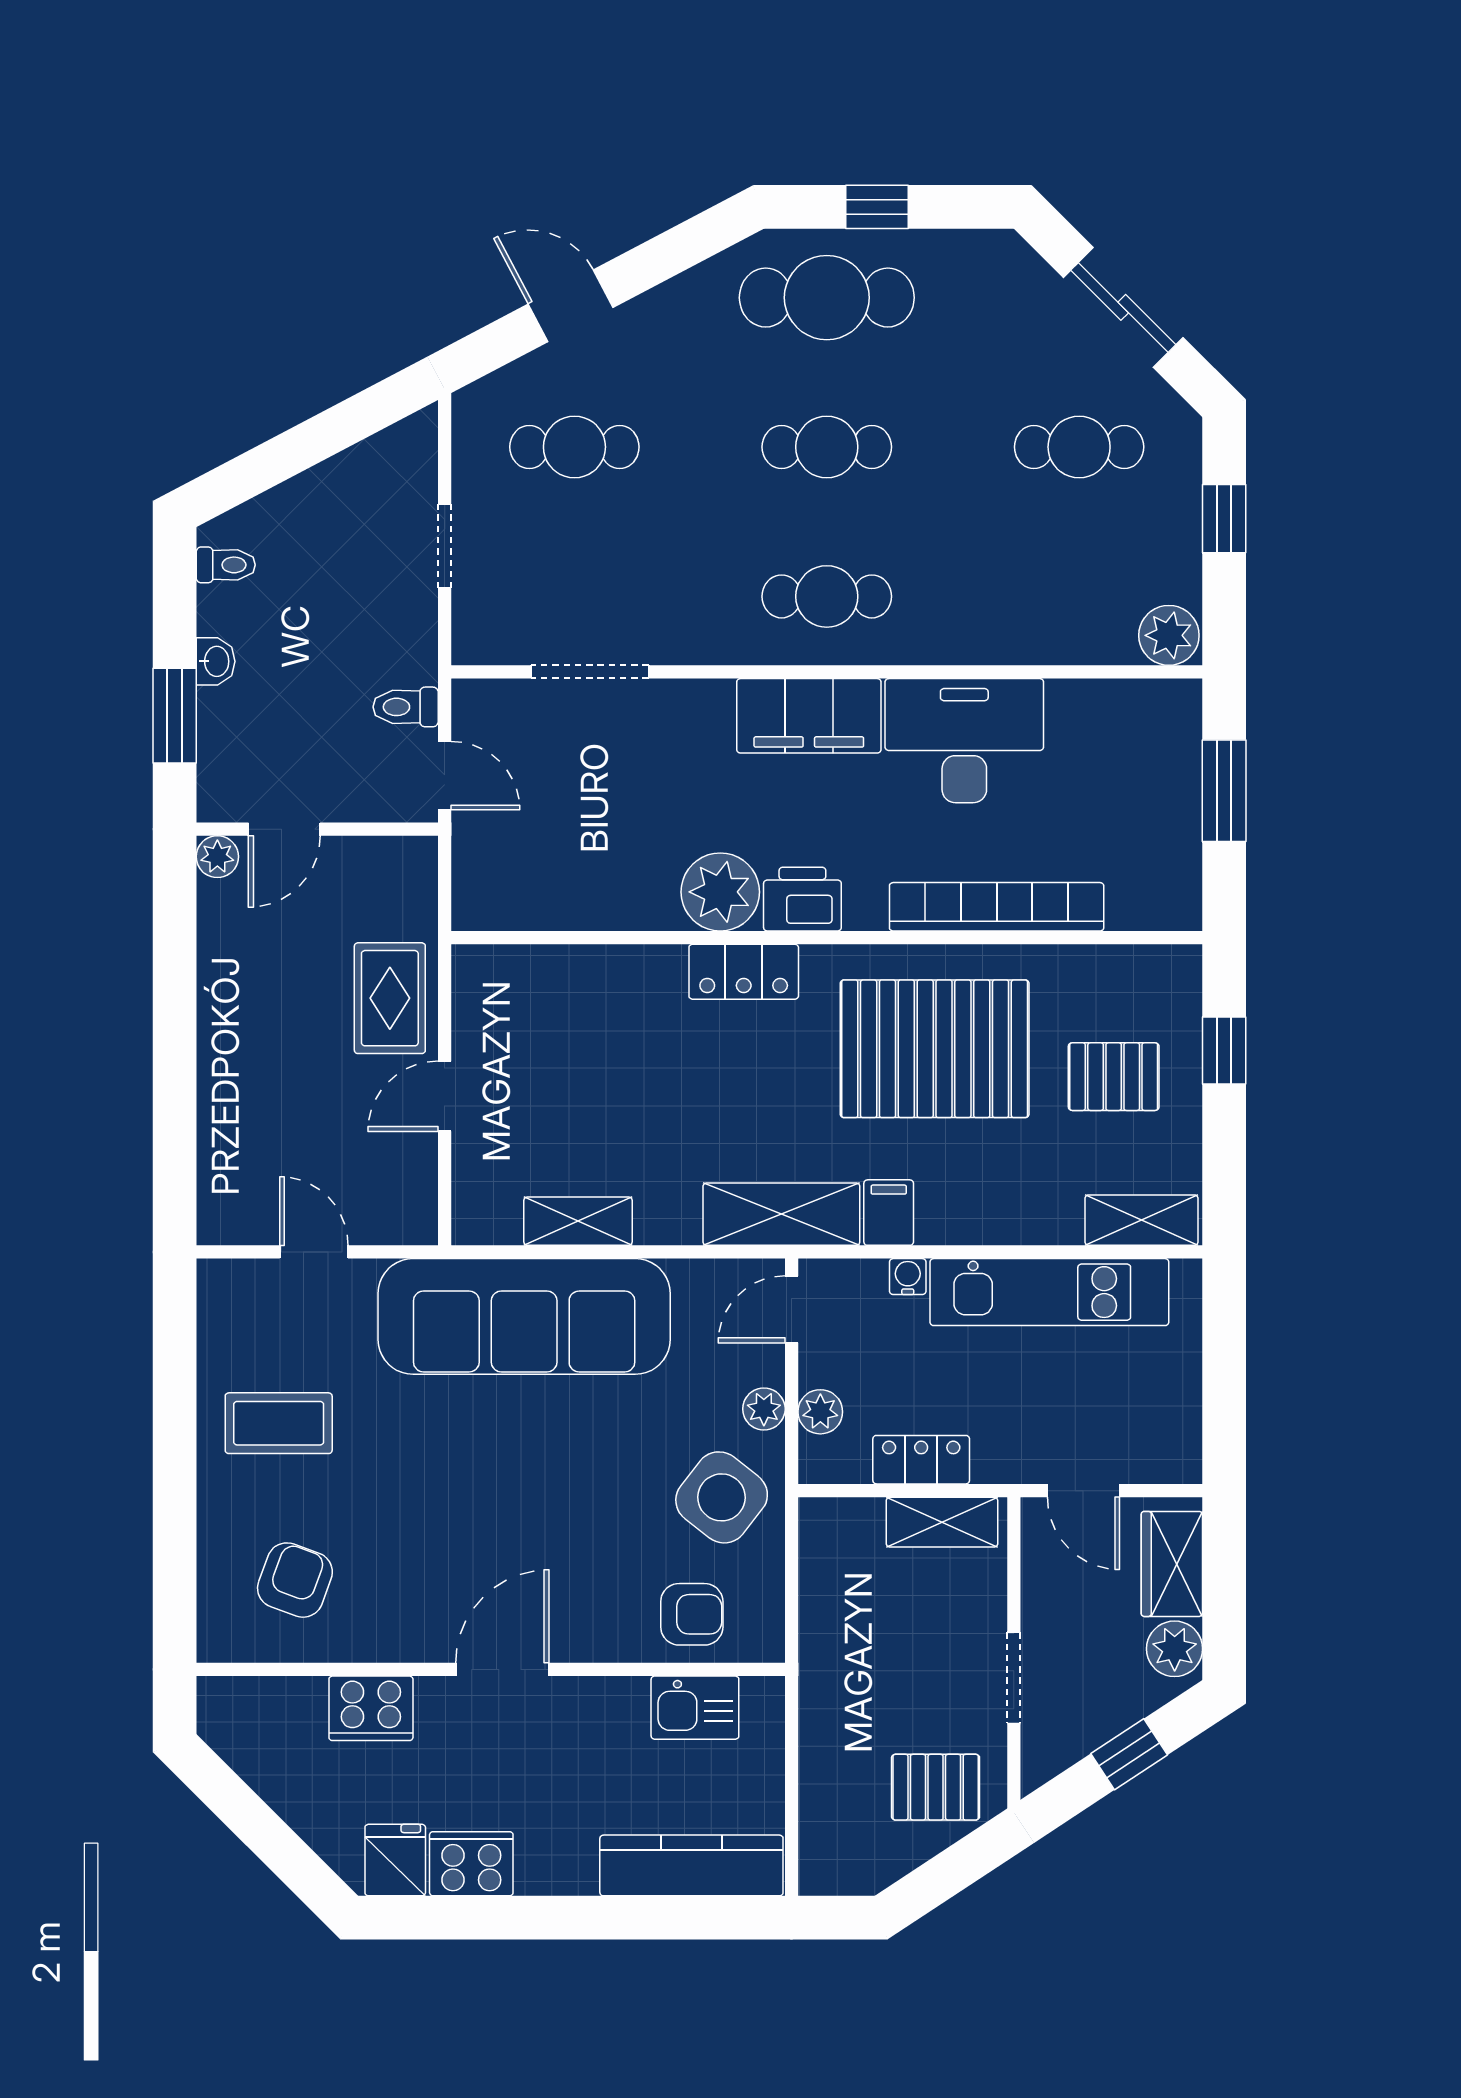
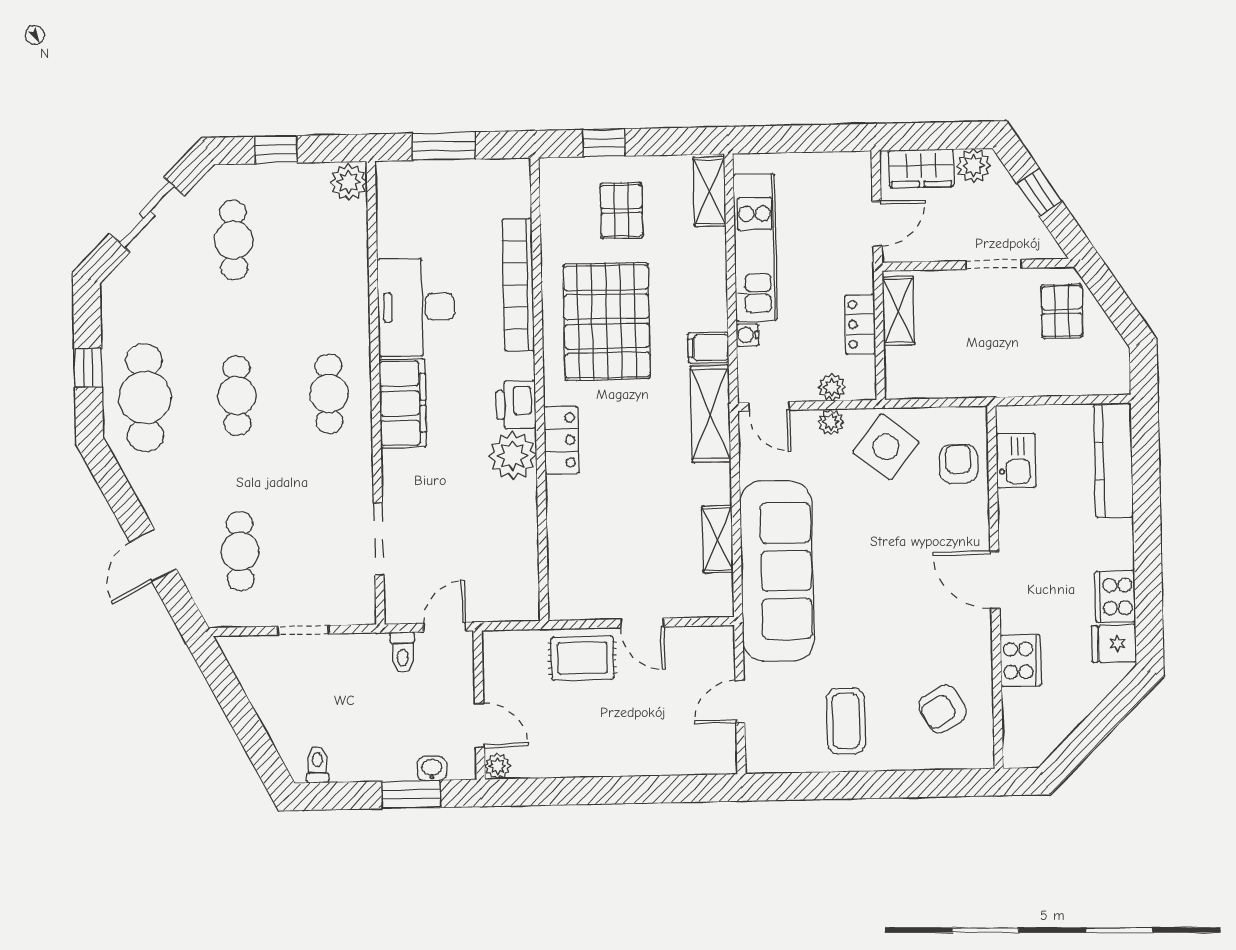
washbasin: (216, 661) -> (432, 769), moved
armchair: (295, 1580) -> (943, 709), turned -51

